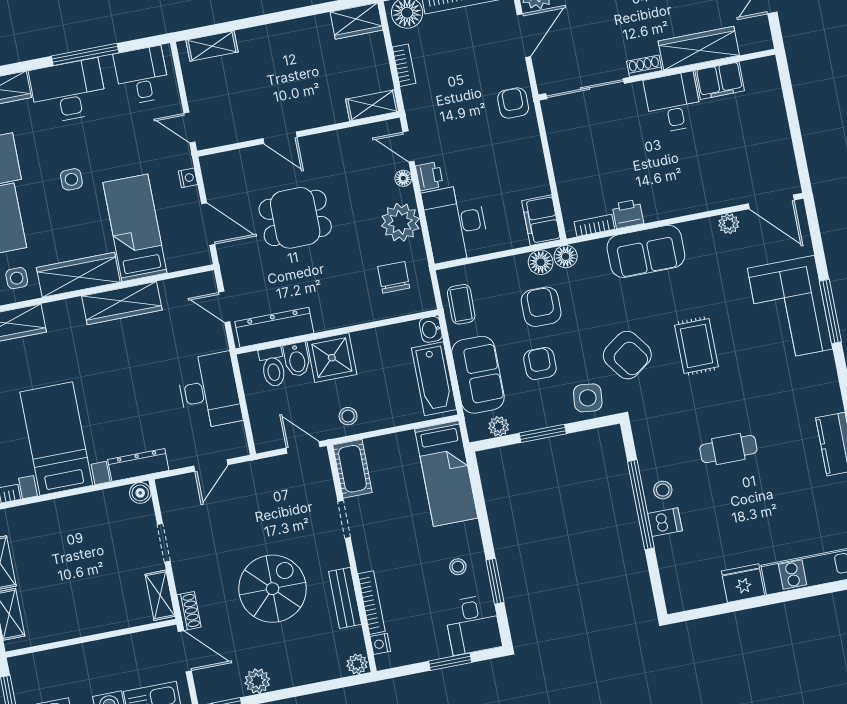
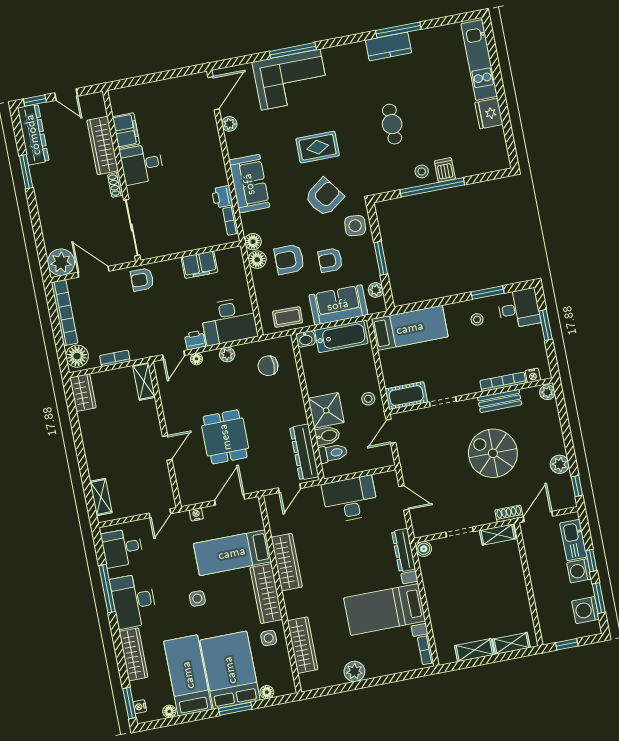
filing cabinet: (541, 220) -> (199, 265), moved
plant: (400, 222) -> (227, 354), width x0.53, depth x0.53

